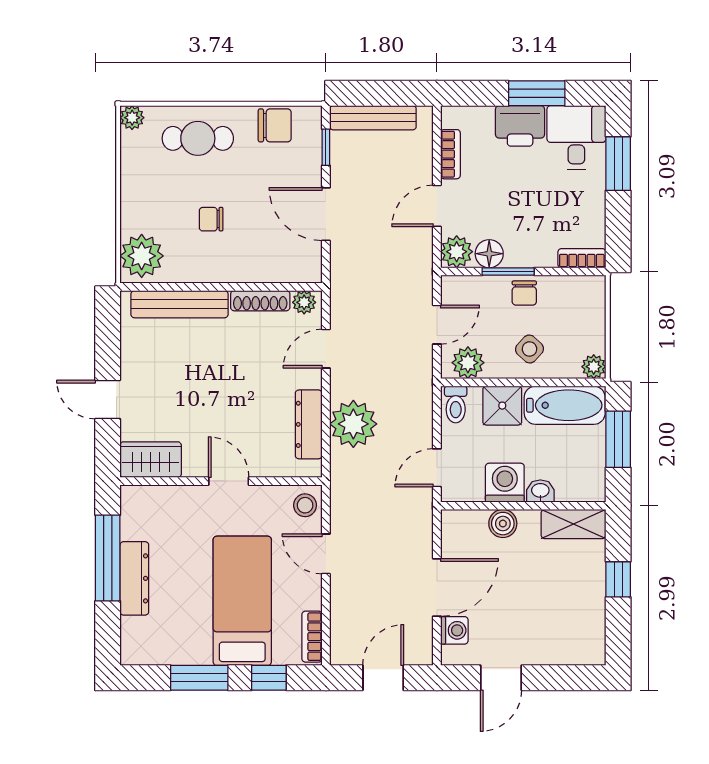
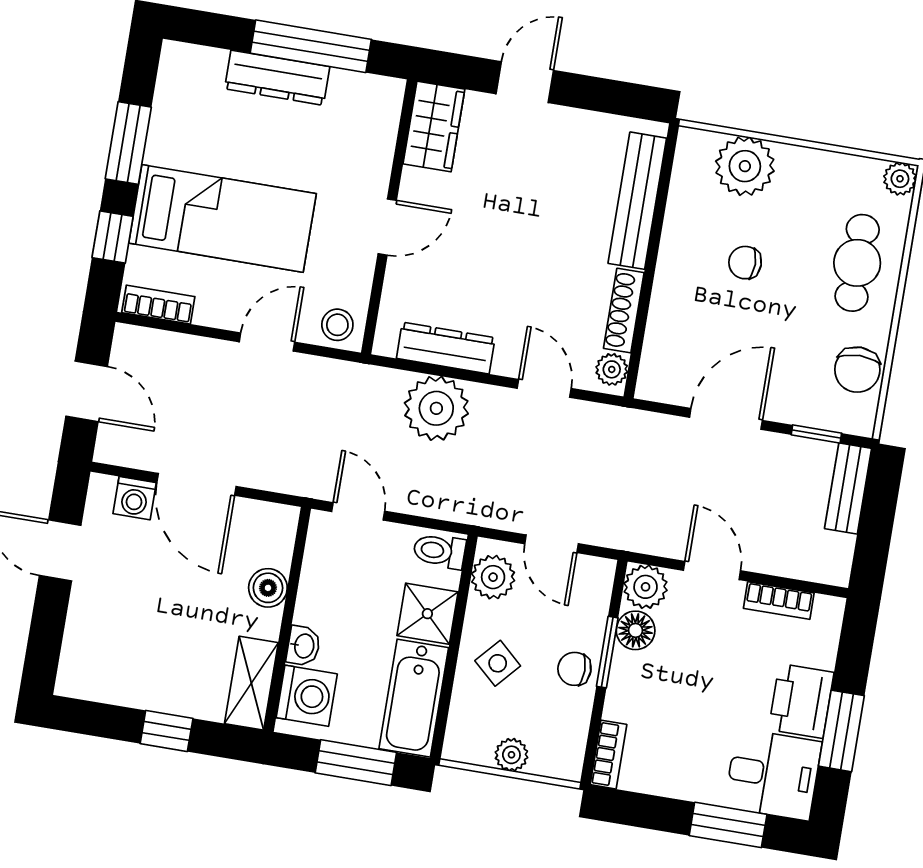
bench: (373, 118) -> (848, 488), width x0.73
chair: (211, 219) -> (745, 263), turned -90
plant: (142, 256) -> (745, 166), moved
plant: (594, 367) -> (511, 755), moved
washing machine: (505, 483) -> (307, 696), moved

